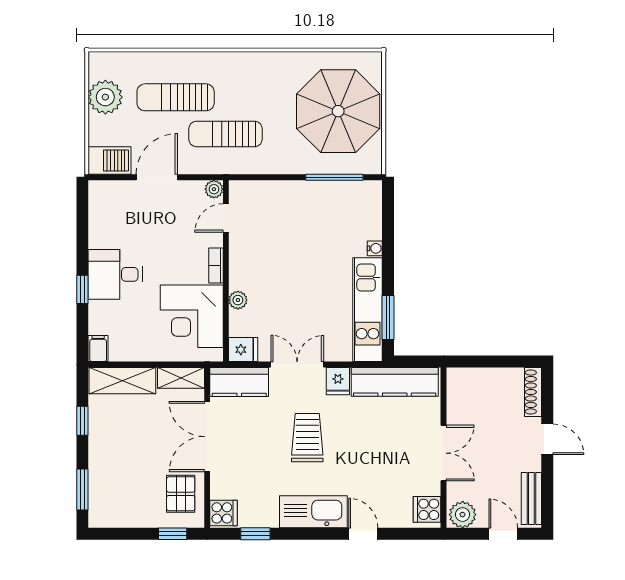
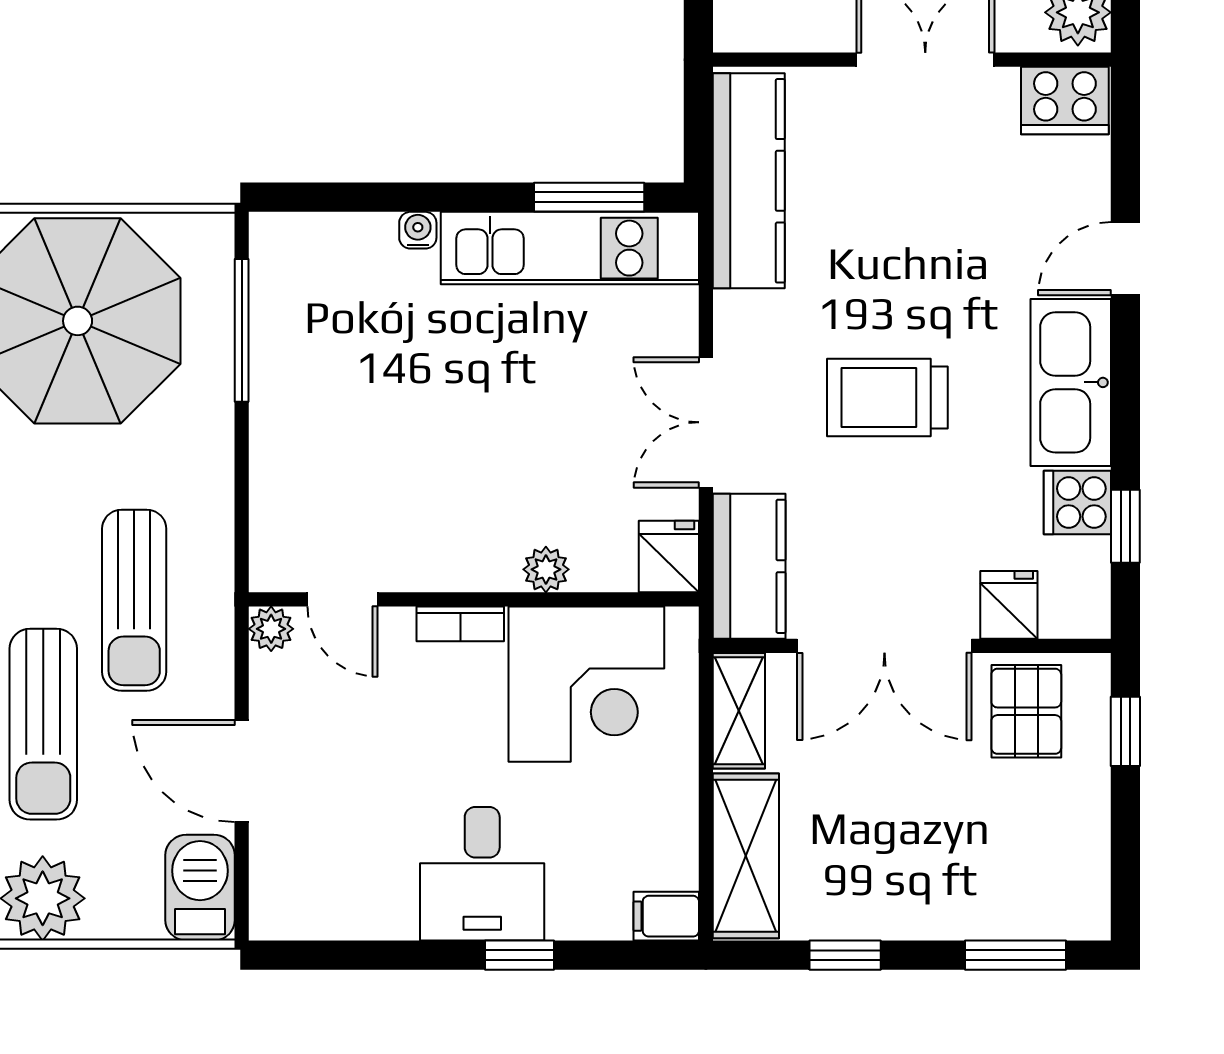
fridge: (338, 381) -> (1009, 605), moved, turned -90
pallet: (181, 494) -> (1026, 711), turned 90
cooker: (427, 509) -> (1065, 100), width x1.36
cooker: (223, 513) -> (1077, 503), moved, turned -90

